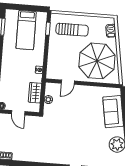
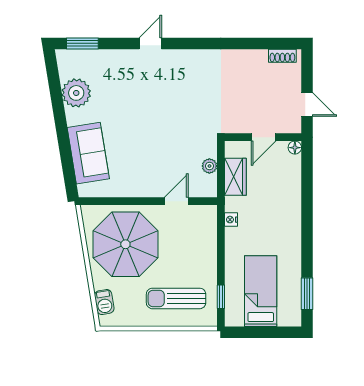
door: (18, 113) -> (264, 137), swing flipped

